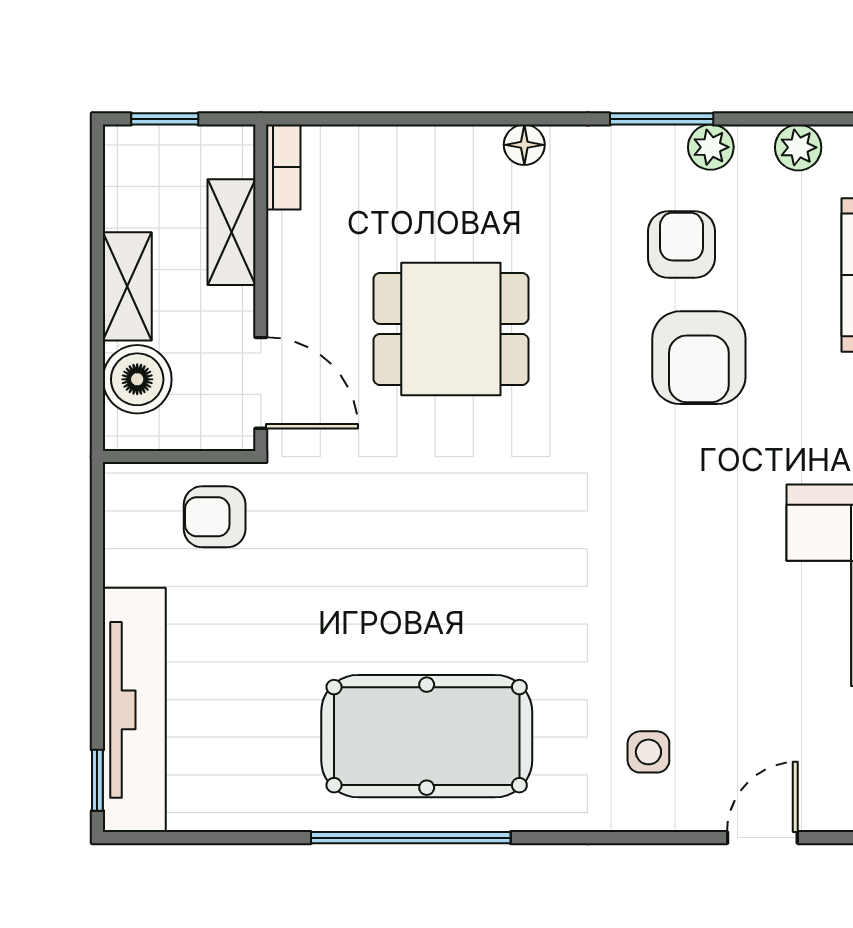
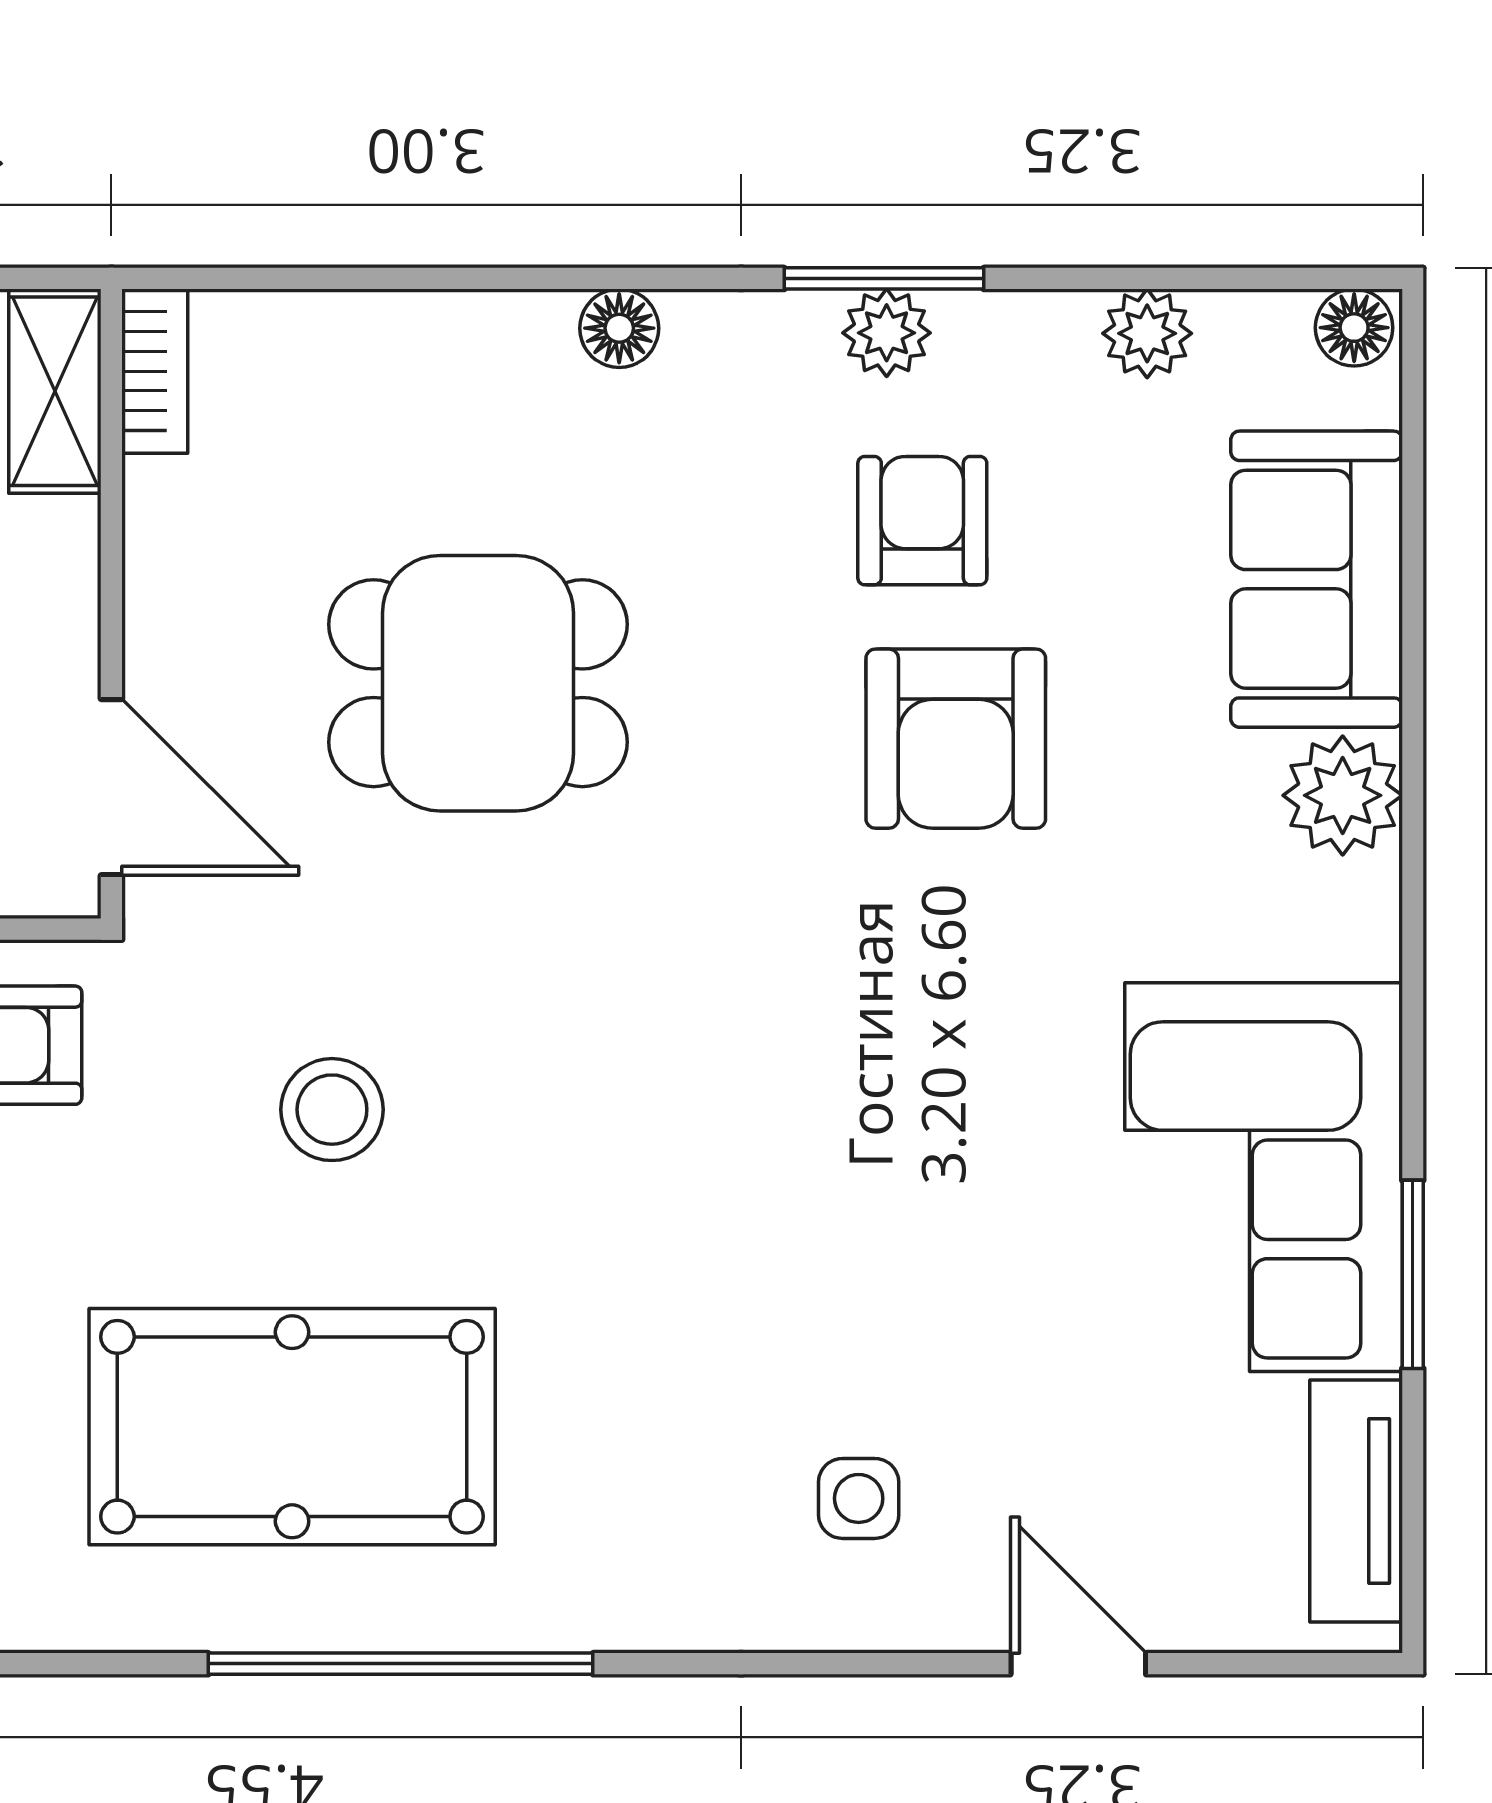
plant: (711, 147) -> (887, 333), moved
shelving: (231, 232) -> (55, 391), moved
stool: (375, 550) -> (332, 1110), added
pool table: (427, 736) -> (292, 1427), moved
door: (762, 838) -> (1078, 1664), hinge flipped

